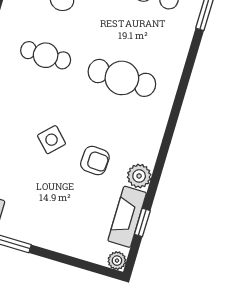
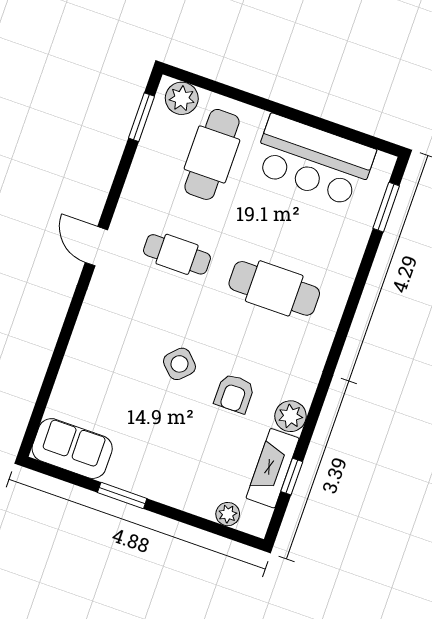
armchair: (95, 161) -> (234, 394), turned 87
plant: (117, 261) -> (228, 514), moved

